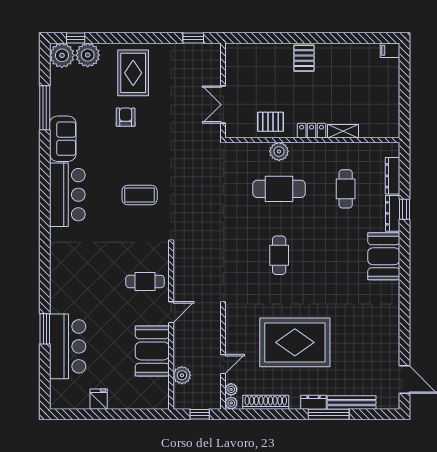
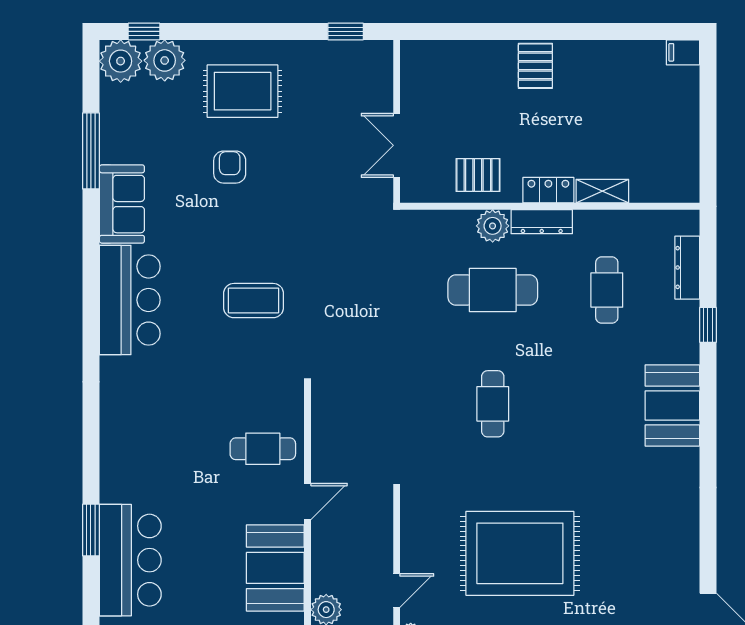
rug: (133, 73) -> (243, 91), turned 90
dresser: (393, 213) -> (542, 222), moved, turned -90

